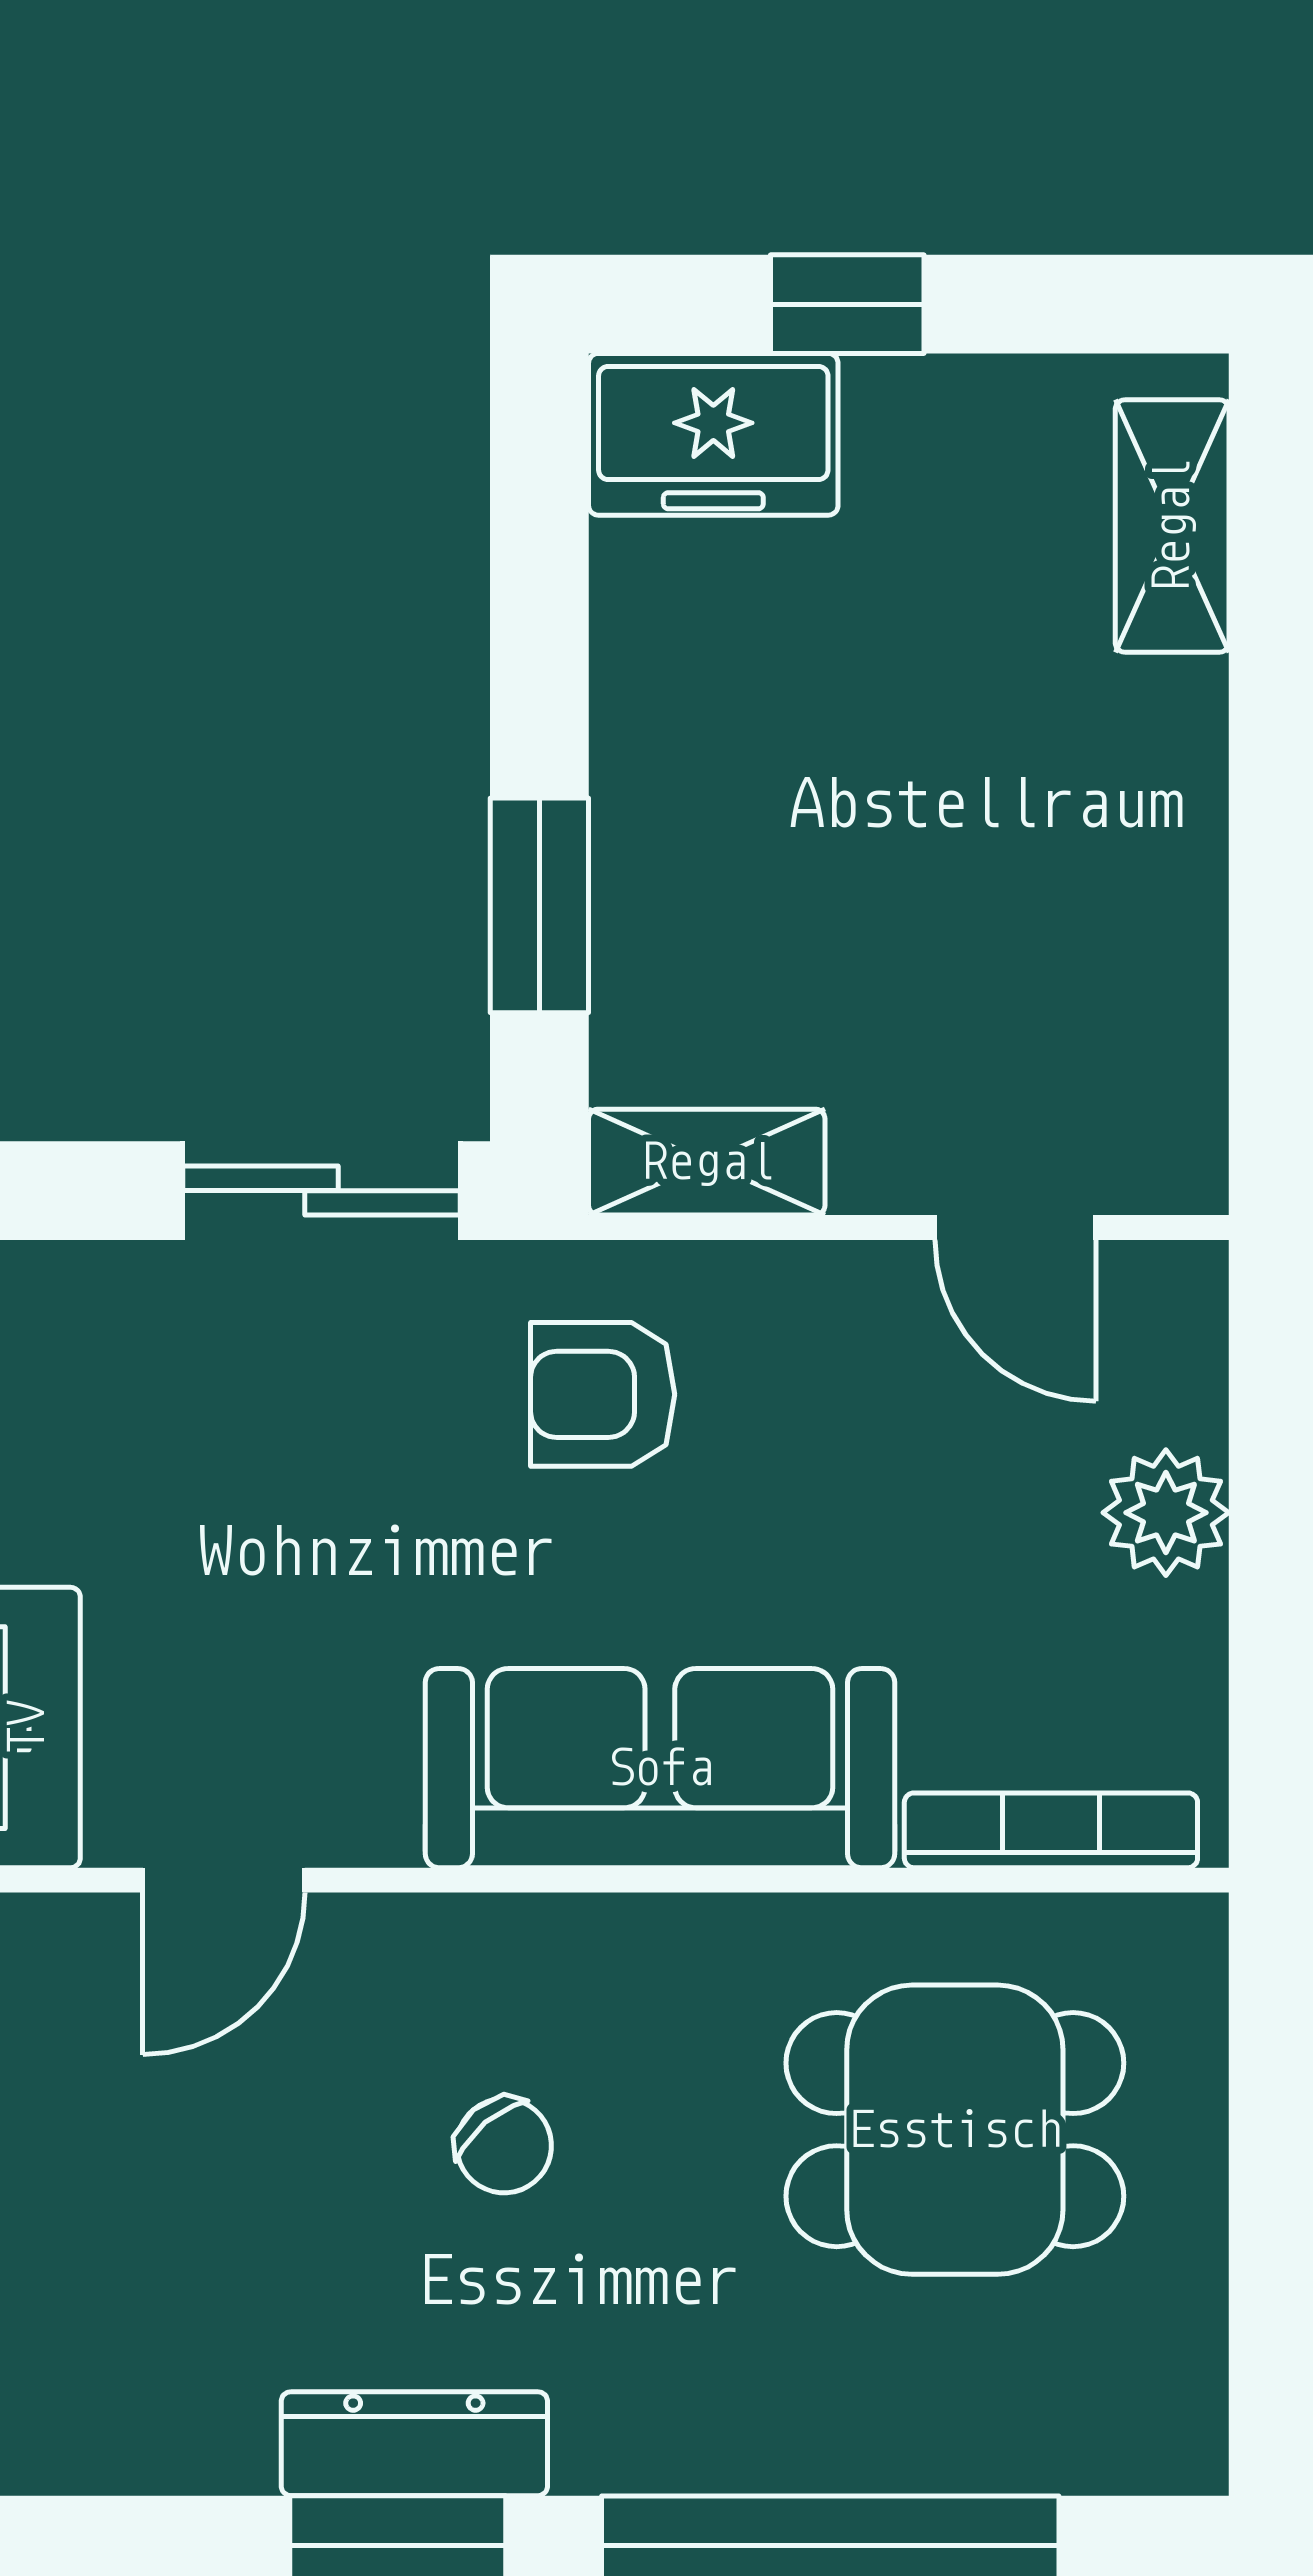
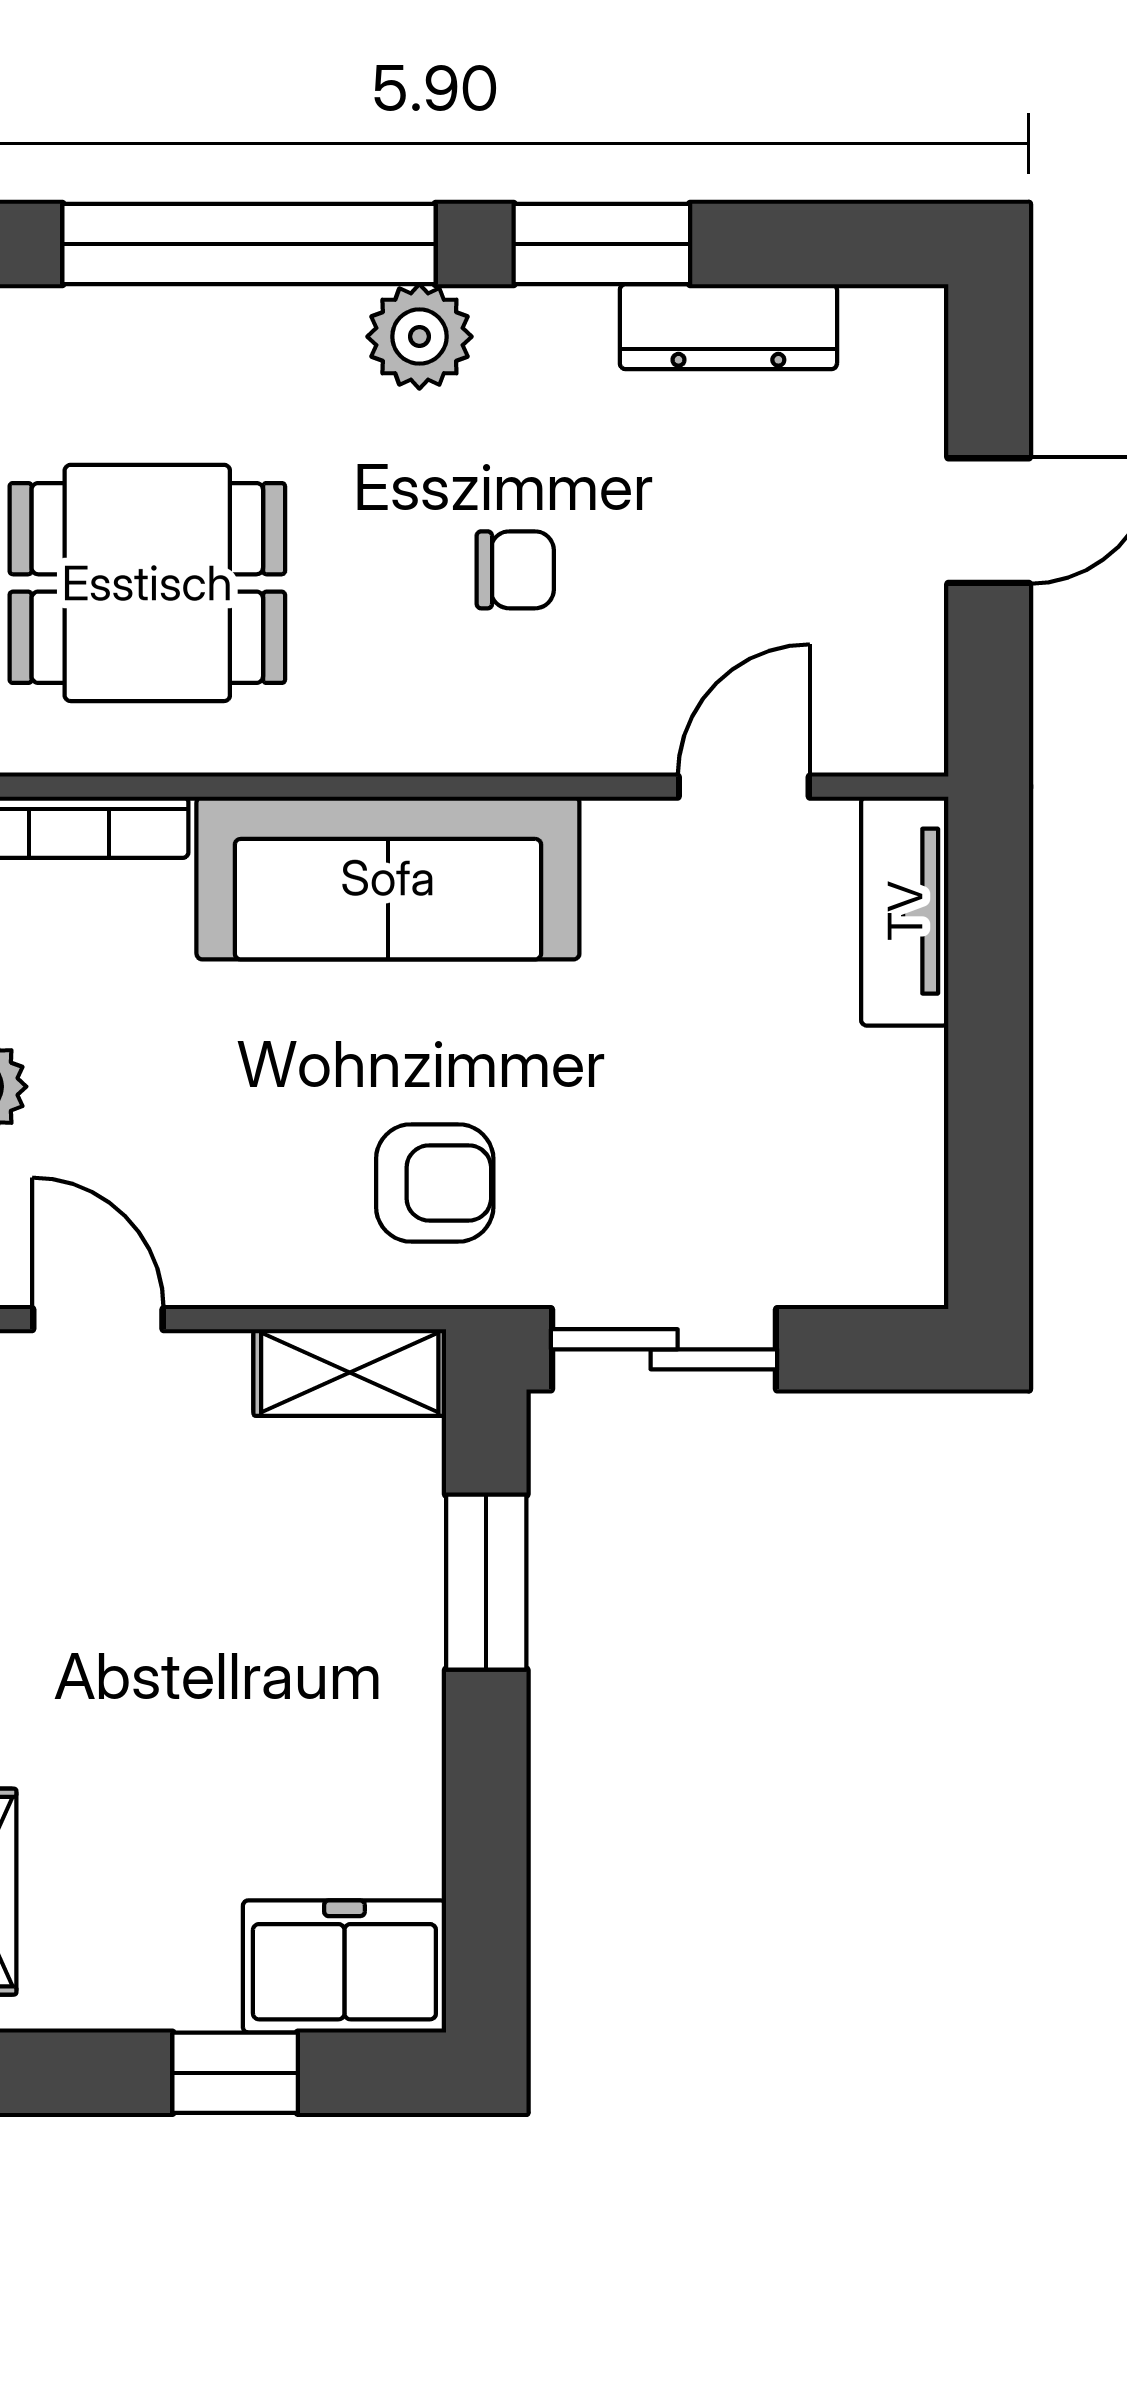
chair: (504, 2146) -> (515, 570), turned 130
plant: (621, 2432) -> (419, 337), added
dresser: (414, 2444) -> (728, 327), moved

